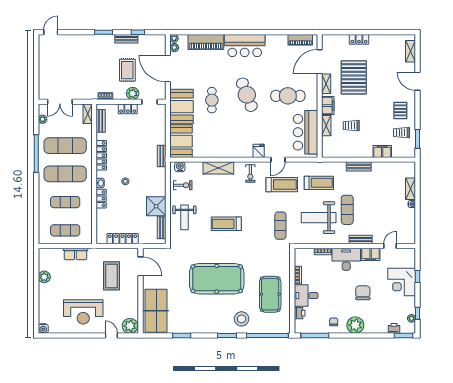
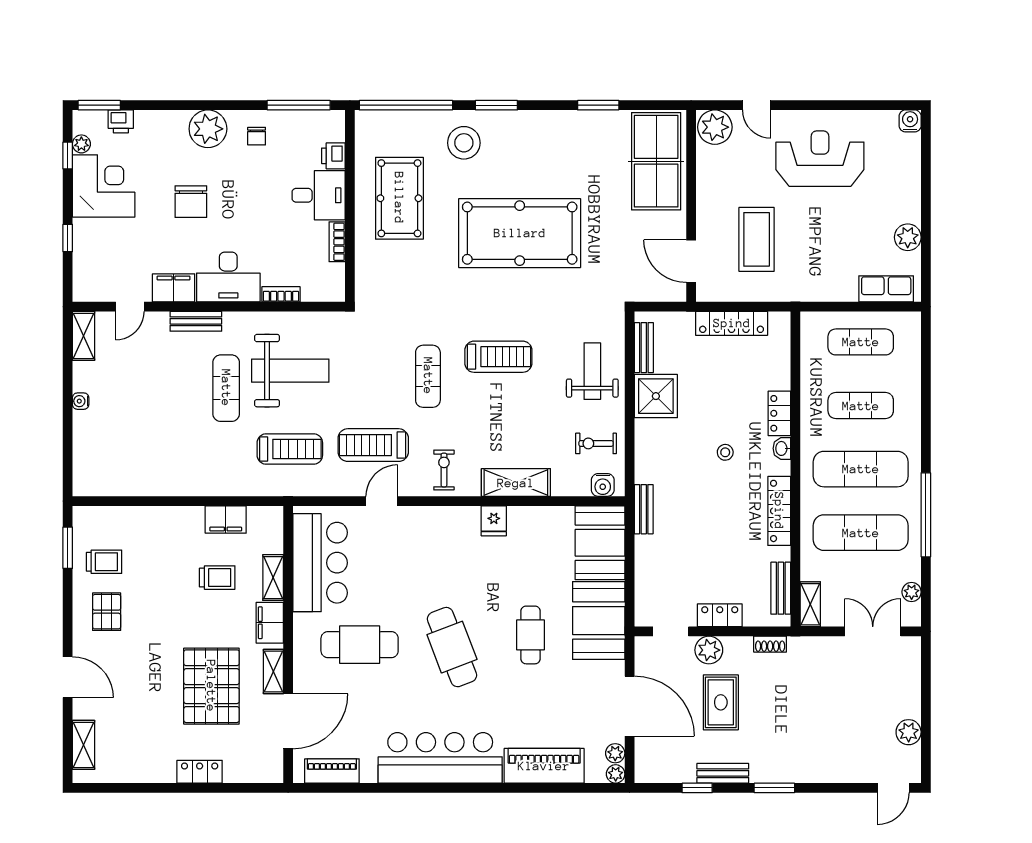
bar counter: (245, 45) -> (440, 758), width x1.36
plant: (44, 57) -> (909, 732), added
fridge: (259, 151) -> (494, 521), moved
filing cabinet: (382, 151) -> (226, 519), moved
bench: (359, 166) -> (200, 486), removed
treadmill: (319, 183) -> (290, 449), turned 180
shelving: (411, 189) -> (83, 336), moved
exercise mat: (280, 226) -> (428, 376), moved
row of seats: (75, 254) -> (886, 289), moved
corner desk: (402, 282) -> (104, 186), moved

